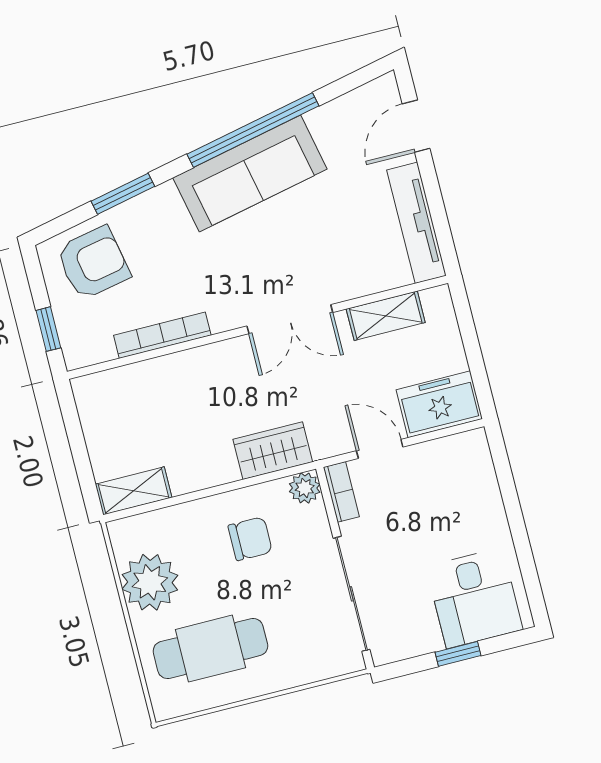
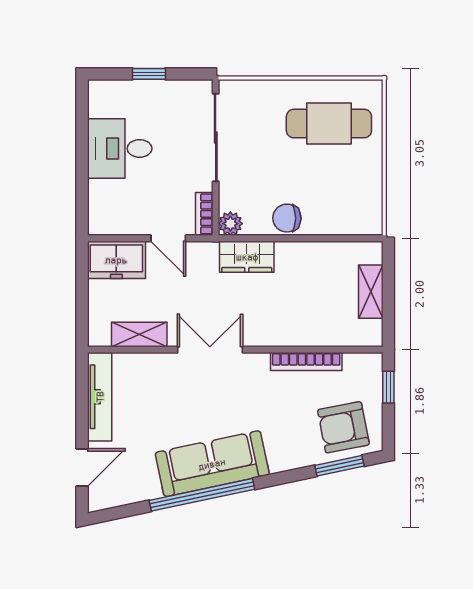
window: (123, 194) -> (339, 466), moved
shelving: (134, 491) -> (371, 292), moved, turned 90
chair: (250, 539) -> (287, 218), moved
plant: (150, 582) -> (361, 183), removed
desk: (474, 598) -> (120, 148), moved, turned -90

